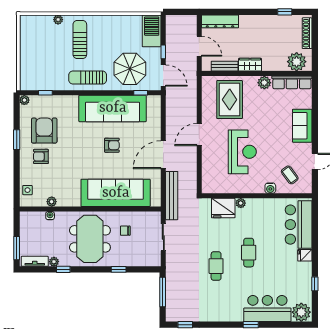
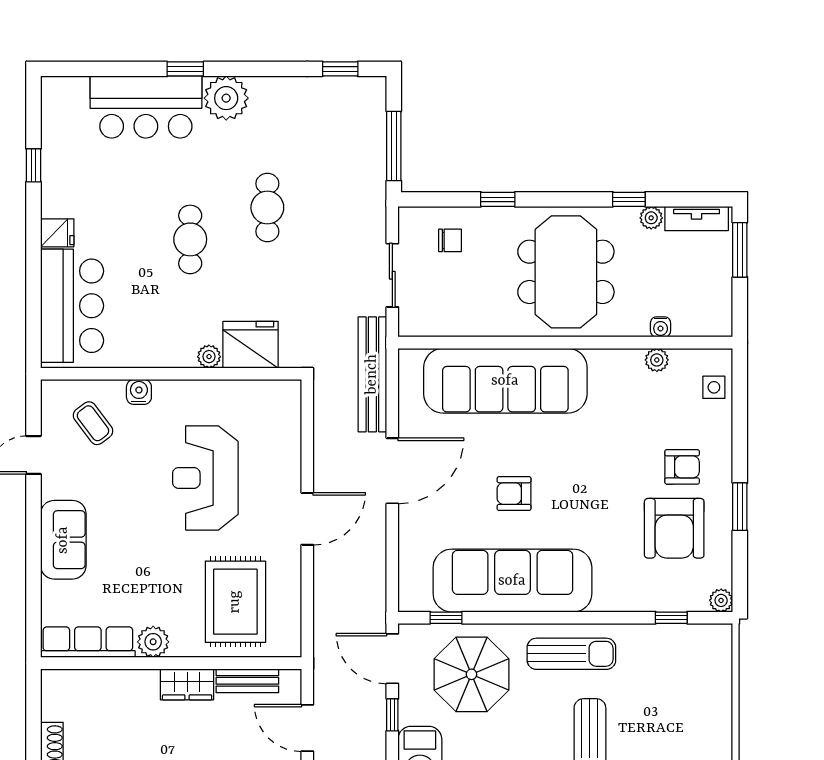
plant: (297, 62) -> (77, 691), removed
chair: (125, 231) -> (450, 240), moved
plant: (301, 312) -> (226, 98), moved

